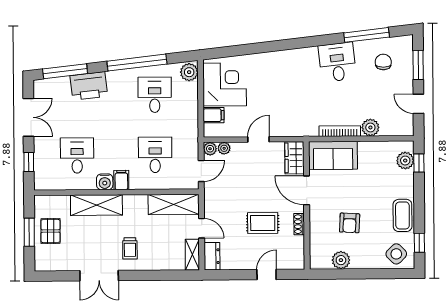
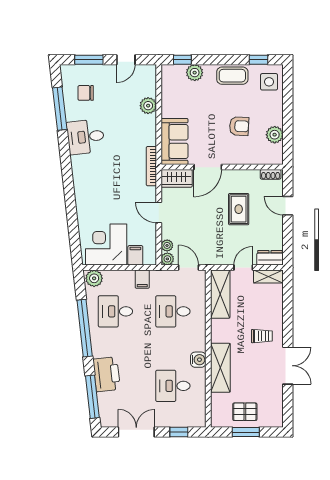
bookcase: (340, 131) -> (151, 166), moved
plant: (405, 161) -> (195, 73), moved
filing cabinet: (121, 180) -> (142, 279), moved, turned -90
shoe rack: (299, 224) -> (271, 174), moved
side table: (396, 254) -> (269, 82), turned 45

